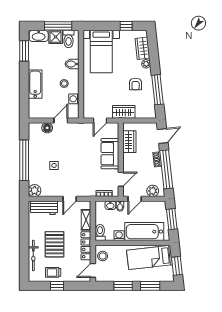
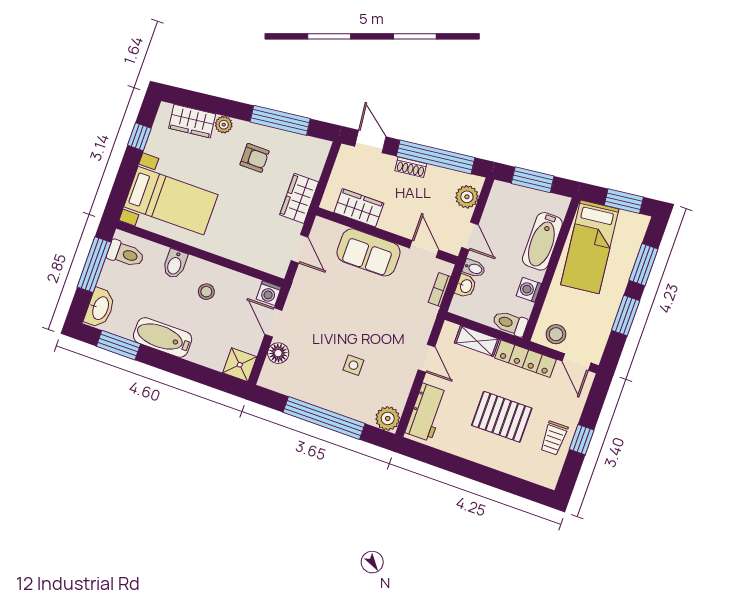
shower: (56, 37) -> (240, 365), moved
bathtub: (35, 84) -> (163, 337), moved
washing machine: (74, 99) -> (269, 293), moved
bathtub: (144, 232) -> (542, 241), width x0.73, depth x0.73
bicycle: (33, 255) -> (509, 464), removed

